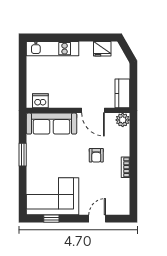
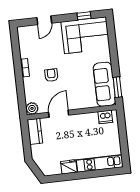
fridge: (102, 49) -> (69, 167), moved
door: (93, 110) -> (59, 114), hinge flipped
sofa: (52, 124) -> (104, 84), moved, turned -90
window: (23, 155) -> (117, 87), moved

